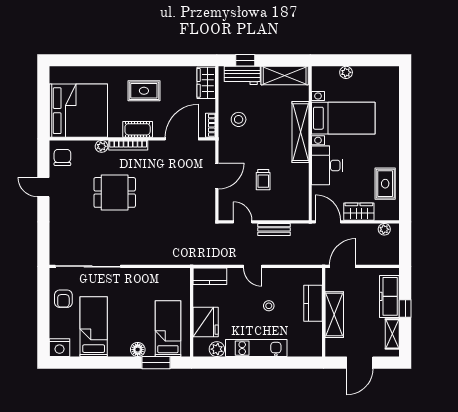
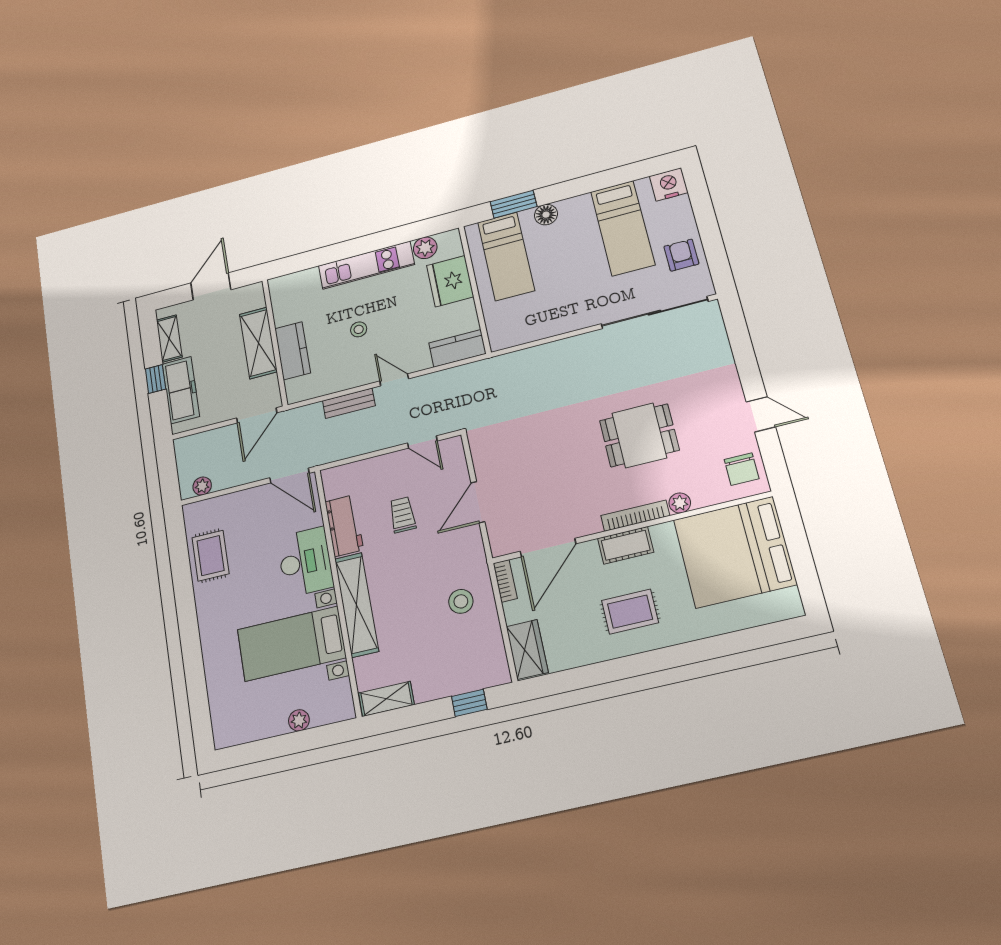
workbench: (242, 75) -> (344, 526), moved, turned 90
shelving: (285, 76) -> (386, 699), width x0.67, depth x0.75
wardrobe: (359, 212) -> (245, 503), removed
bench: (274, 229) -> (349, 403), moved

